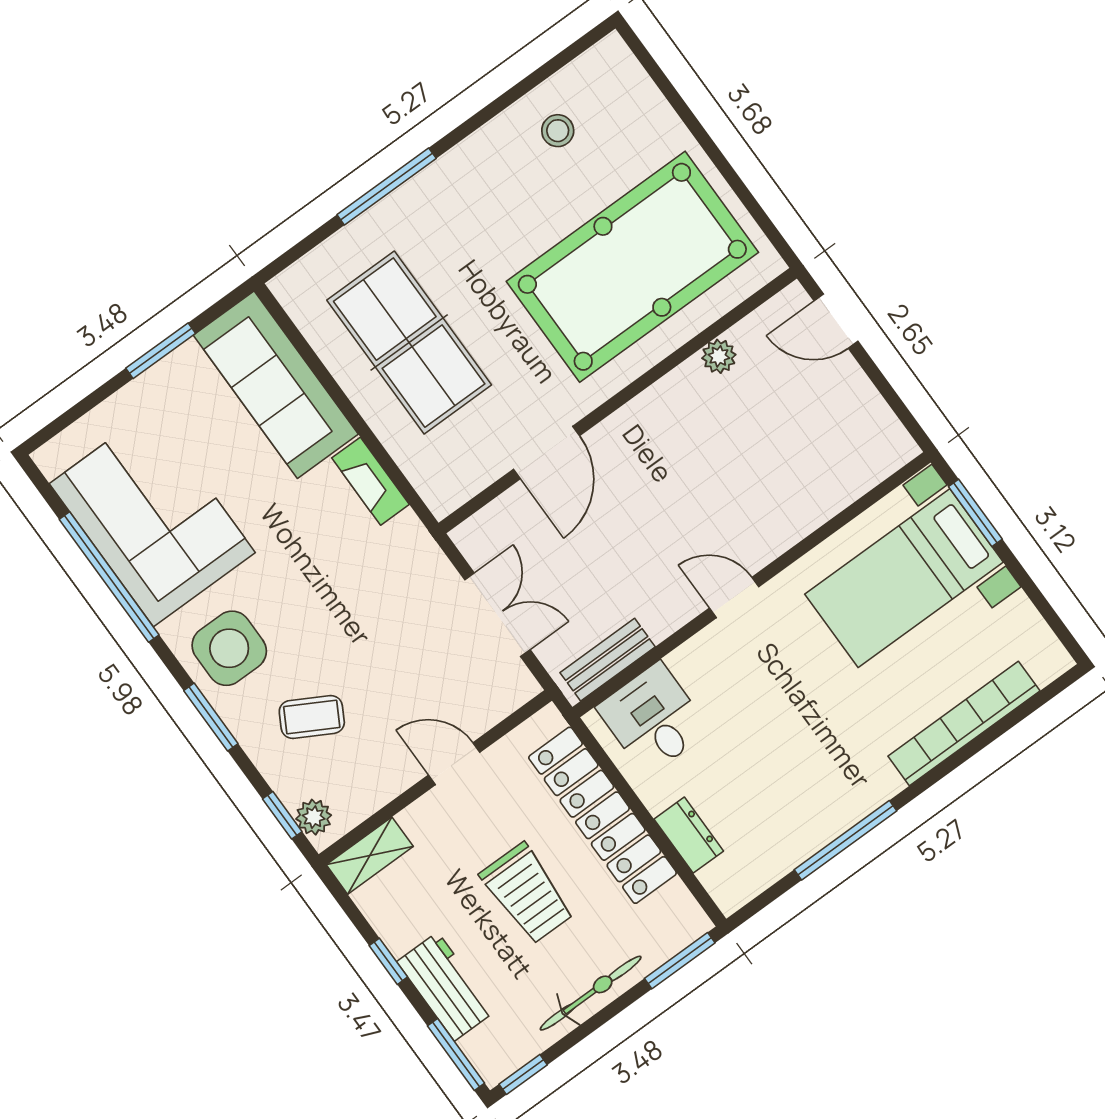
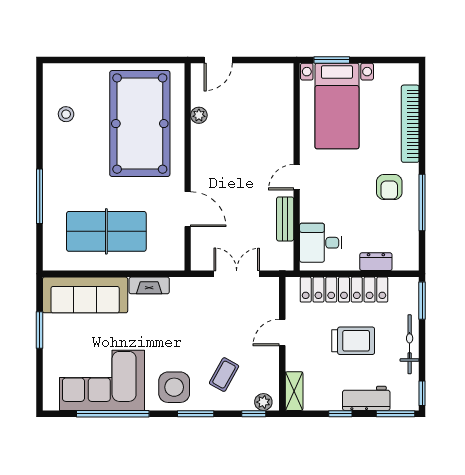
bench: (608, 660) -> (285, 219), moved
armchair: (831, 766) -> (389, 187), added

